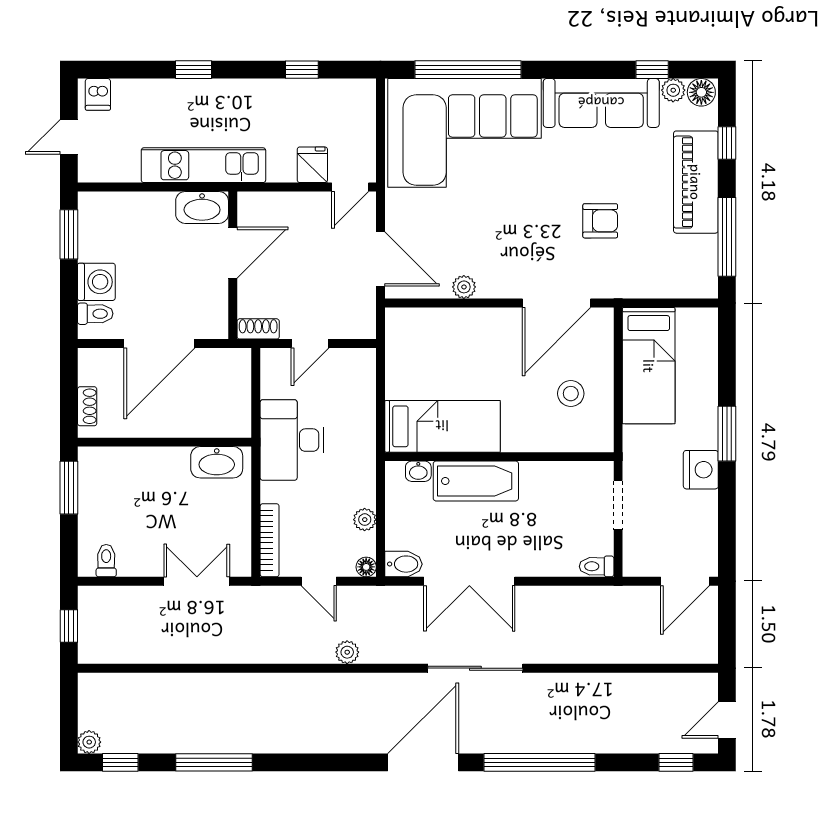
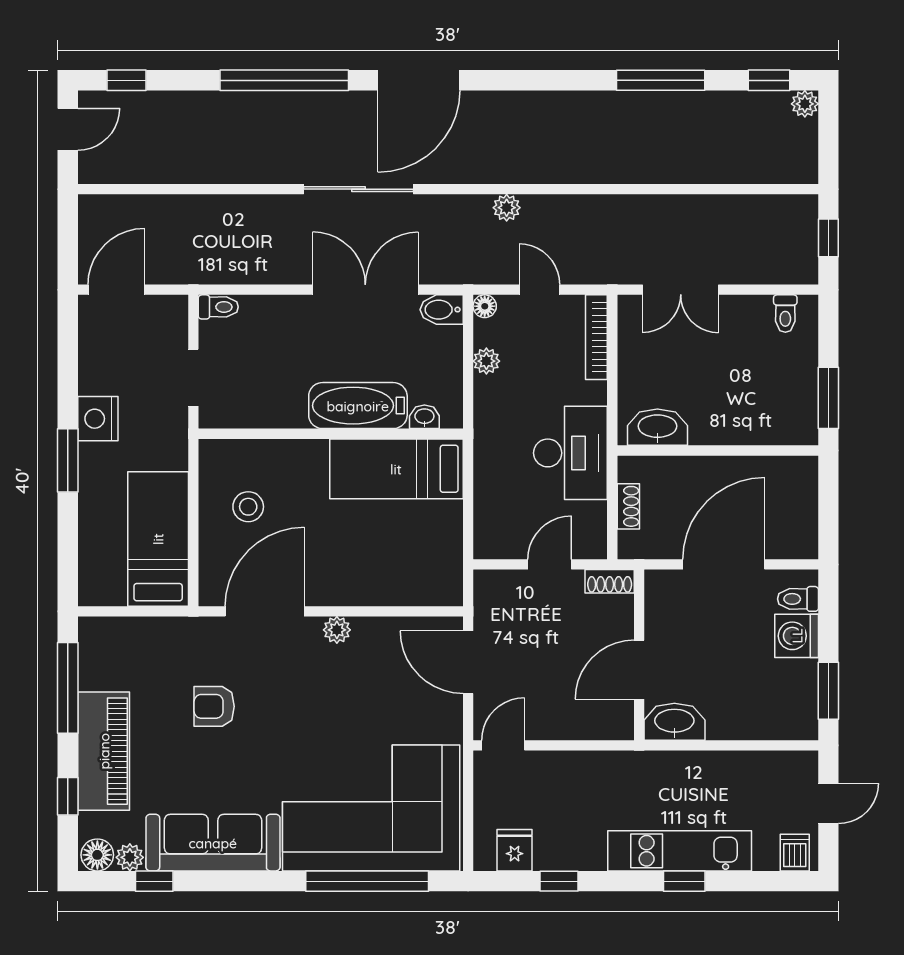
kitchen unit: (203, 165) -> (680, 851), moved, turned 180
fridge: (312, 165) -> (515, 850), moved, turned 180
plant: (464, 287) -> (337, 630), moved
shoe rack: (87, 406) -> (628, 506), moved, turned 180

